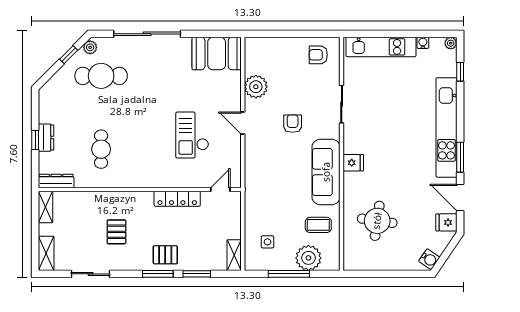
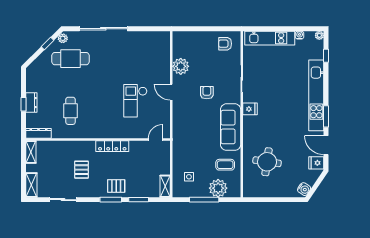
booth: (217, 53) -> (153, 43), removed
fridge: (353, 163) -> (250, 109), moved
locker: (177, 199) -> (112, 146), moved

